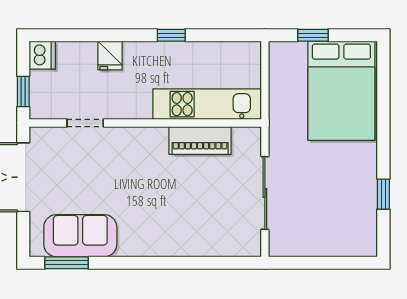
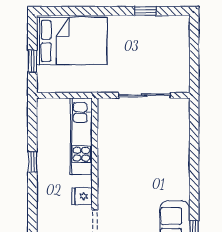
fridge: (110, 56) -> (82, 196), moved, turned 180
piano: (200, 140) -> (107, 141), removed

